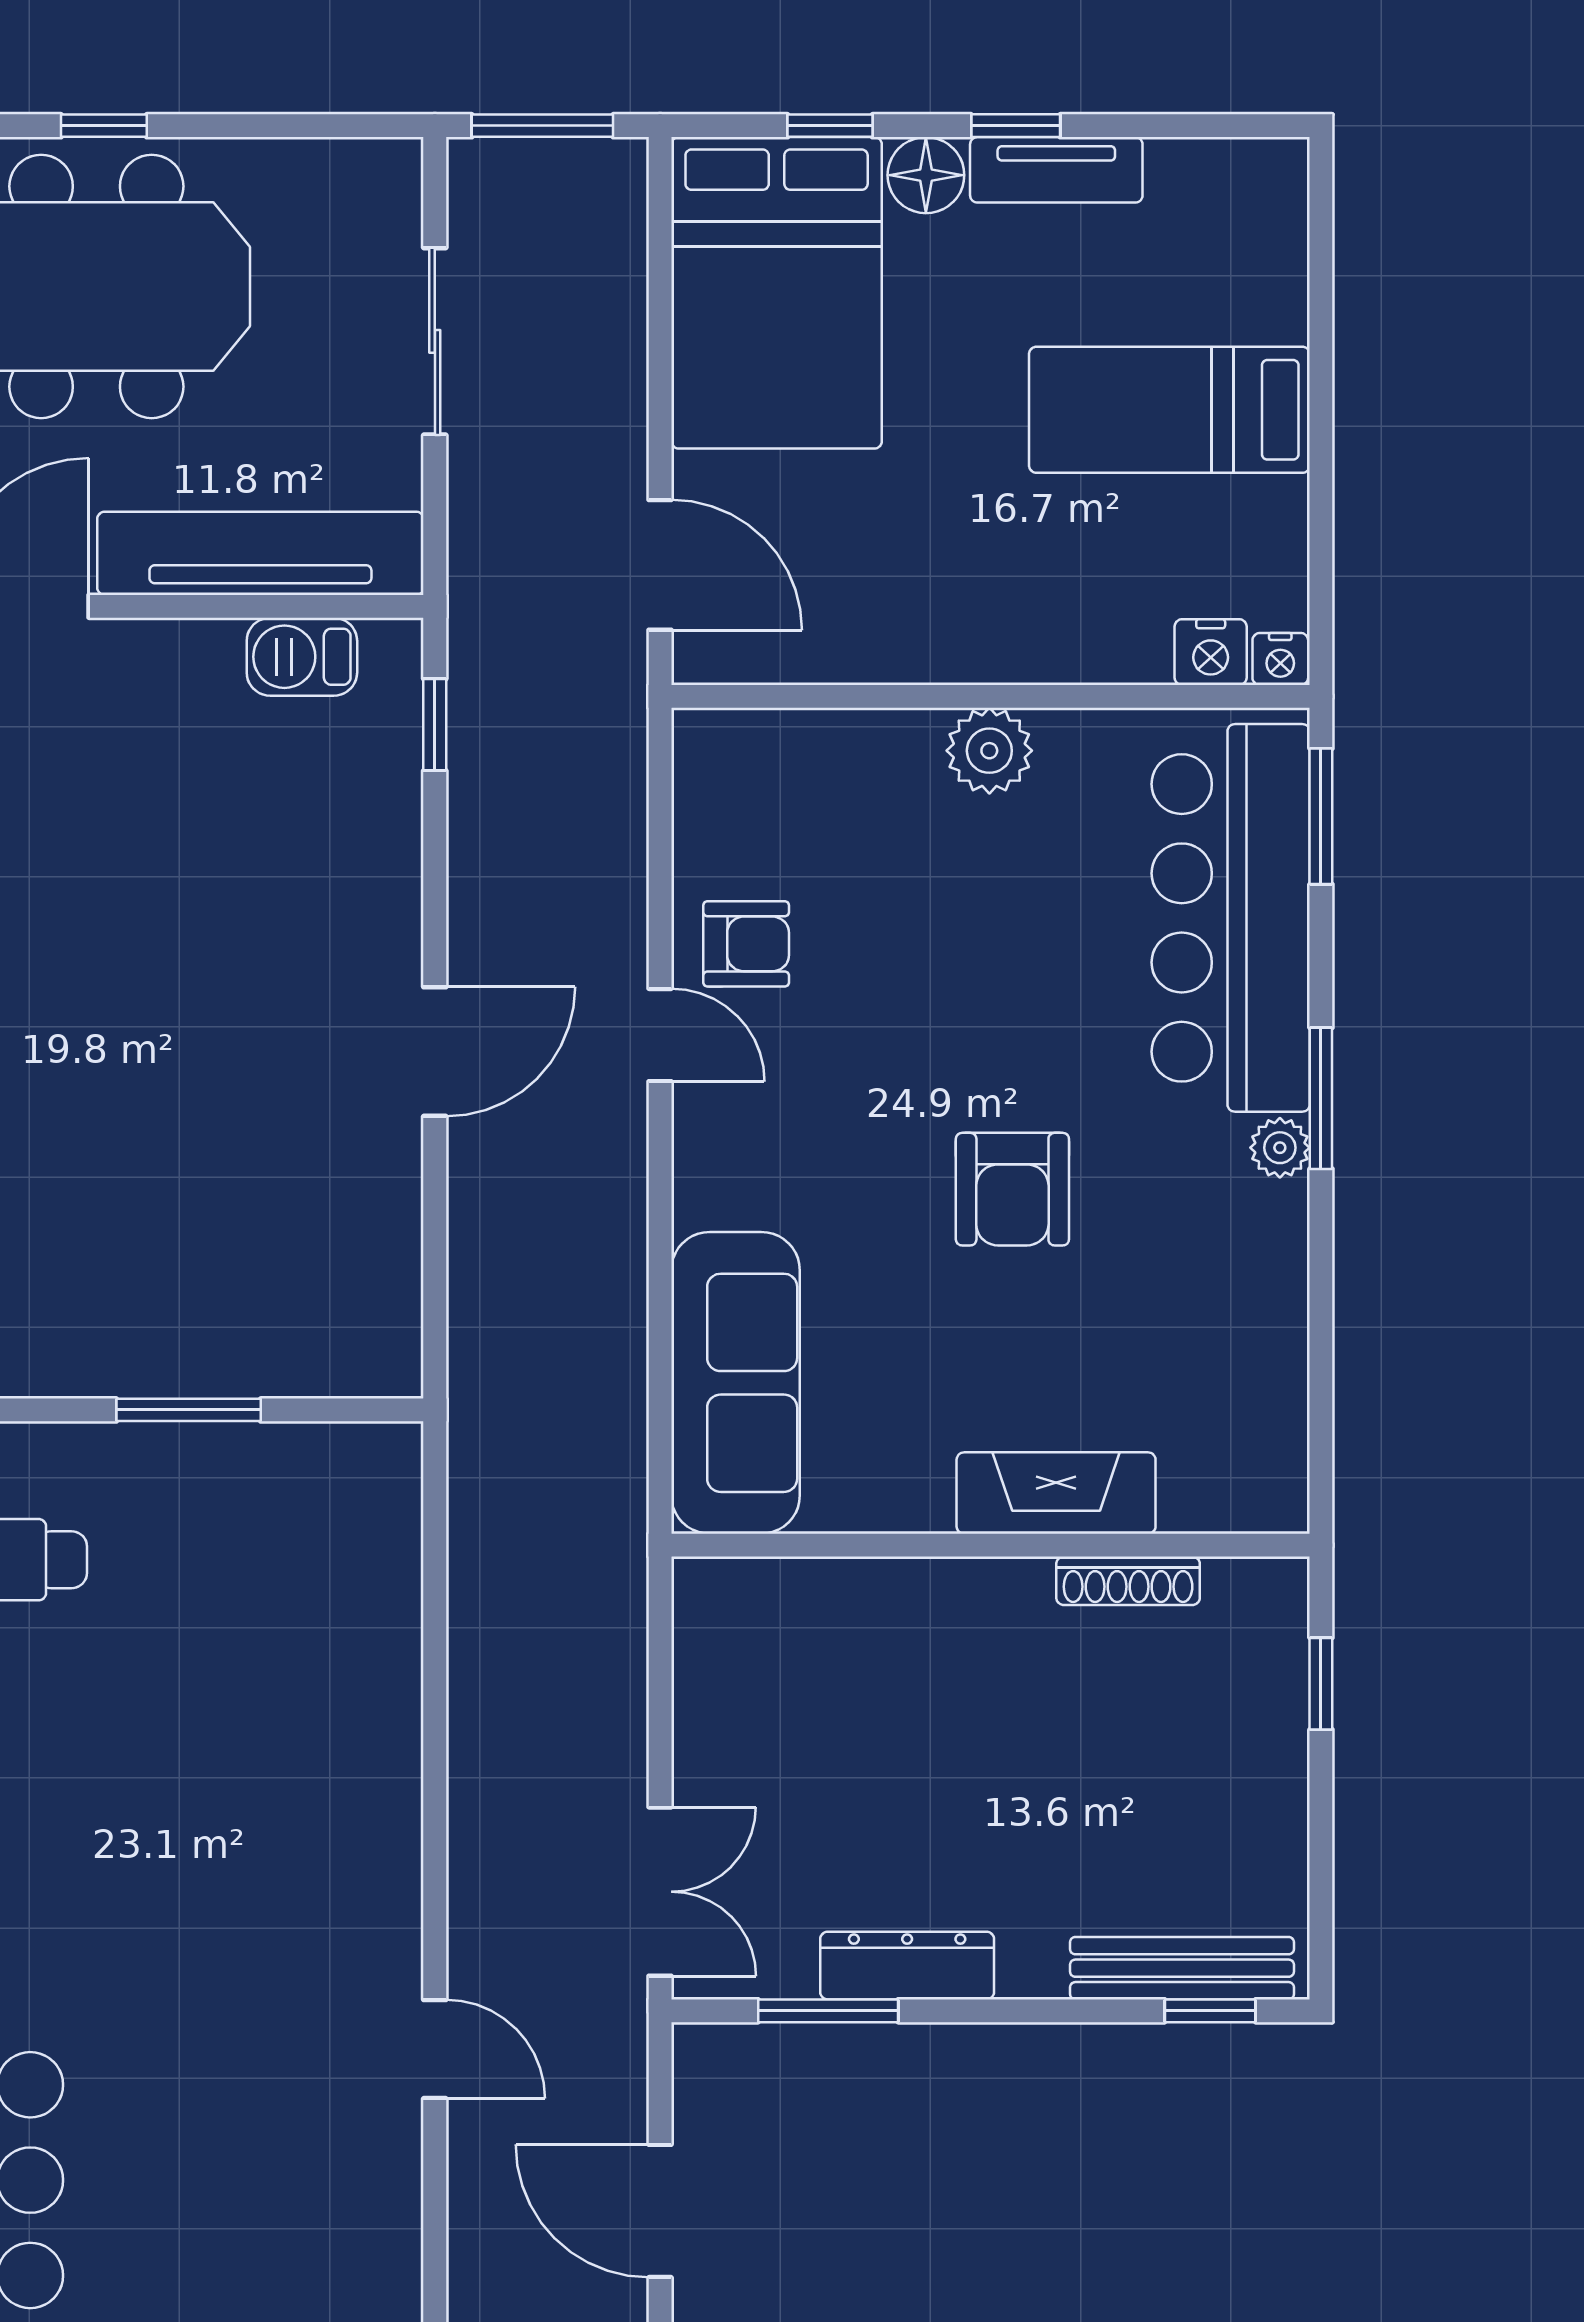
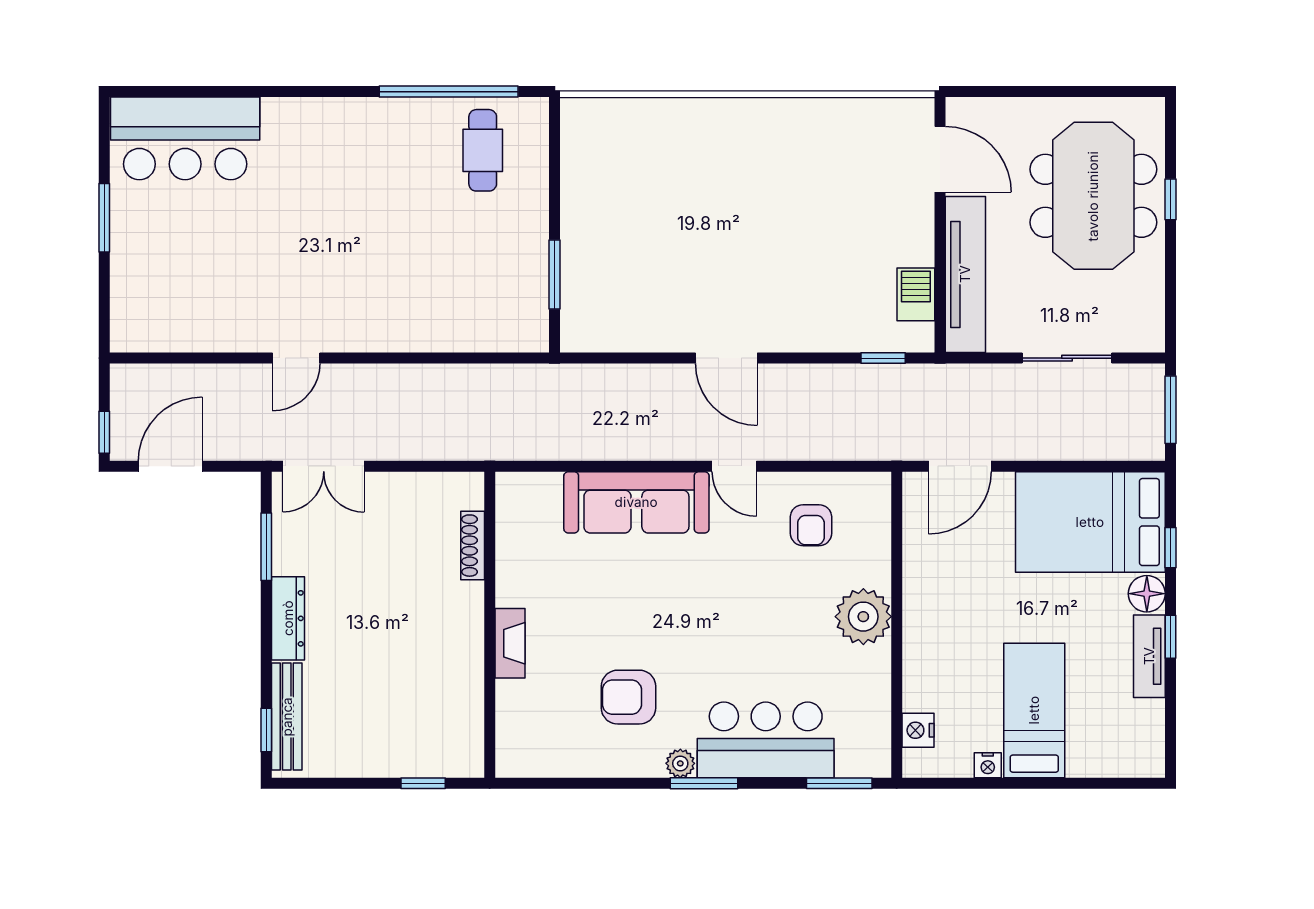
nightstand: (1280, 659) -> (988, 765), moved, turned -90
plant: (989, 751) -> (863, 617), width x1.36, depth x1.36
bar counter: (1231, 918) -> (766, 740), width x0.73
armchair: (746, 944) -> (811, 525), moved
door: (660, 1035) -> (734, 466), hinge flipped
armchair: (1012, 1189) -> (628, 697), moved
sofa: (736, 1383) -> (636, 502), moved
window: (189, 1410) -> (555, 274), moved
fireplace: (1056, 1493) -> (510, 643), width x0.73, depth x0.76
shoe rack: (1128, 1581) -> (473, 546), moved
dresser: (907, 1966) -> (288, 618), moved
door: (435, 2049) -> (296, 358), moved

